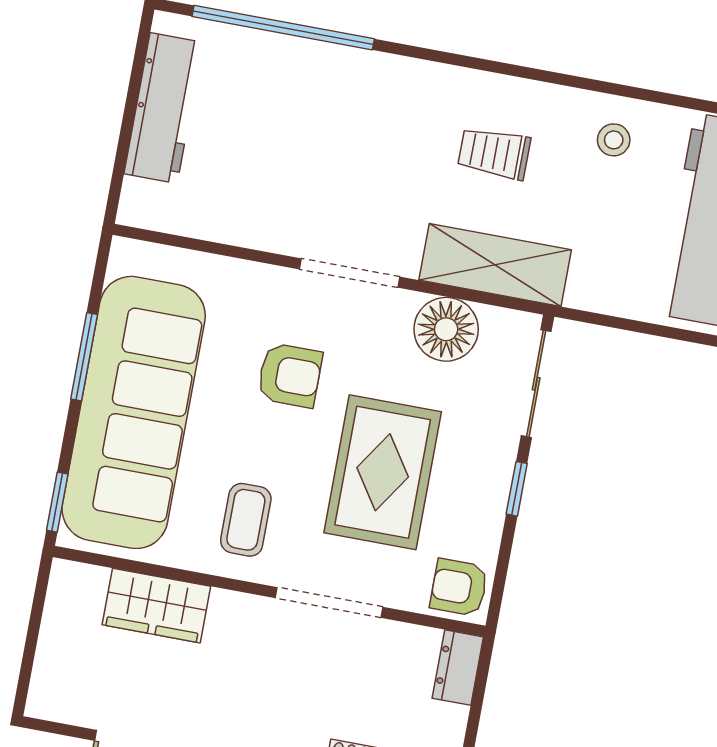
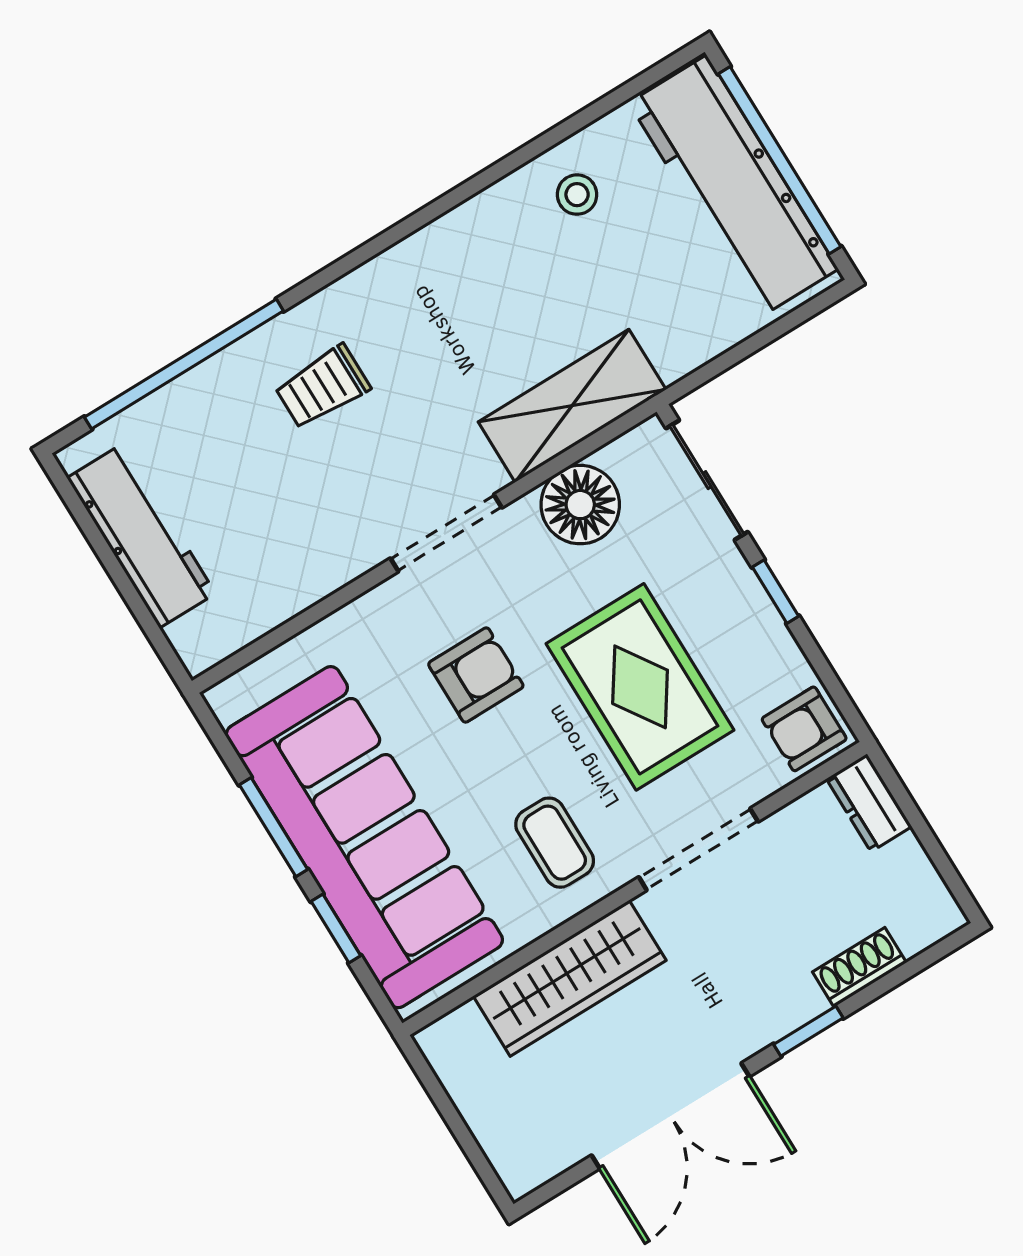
trolley: (494, 153) -> (322, 387), moved
window: (57, 502) -> (336, 929), moved
wardrobe: (156, 606) -> (570, 978), width x1.50

